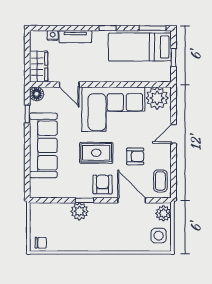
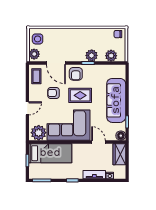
bed: (140, 47) -> (50, 153), moved
plant: (51, 211) -> (111, 56), added

